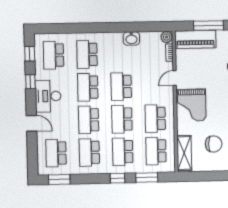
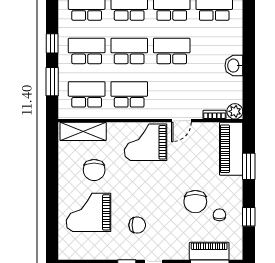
window: (209, 26) -> (249, 166), width x0.69
door: (175, 78) -> (181, 121), swing flipped

